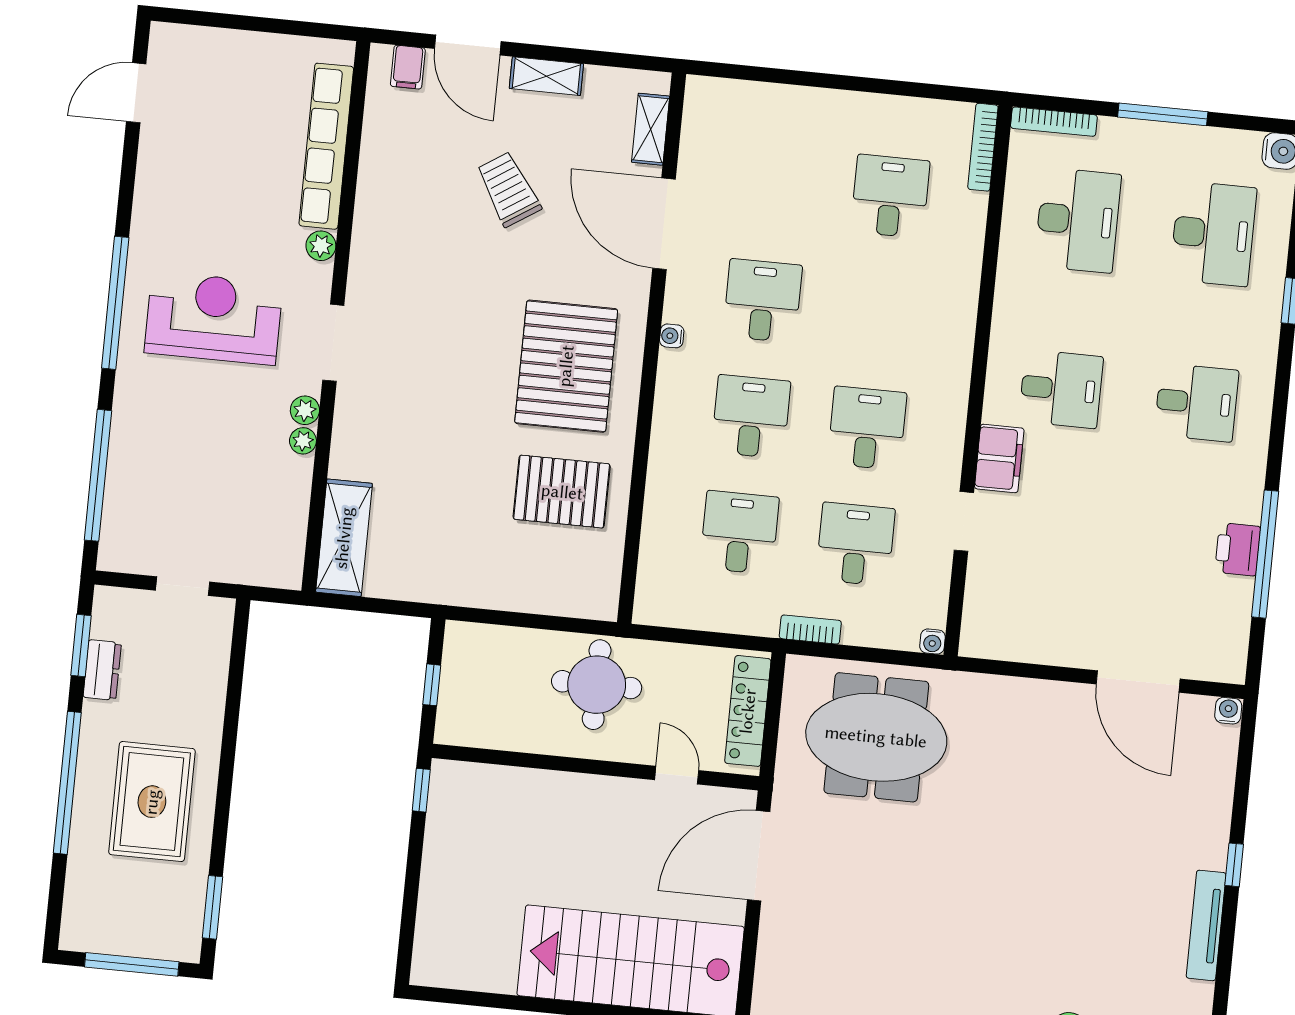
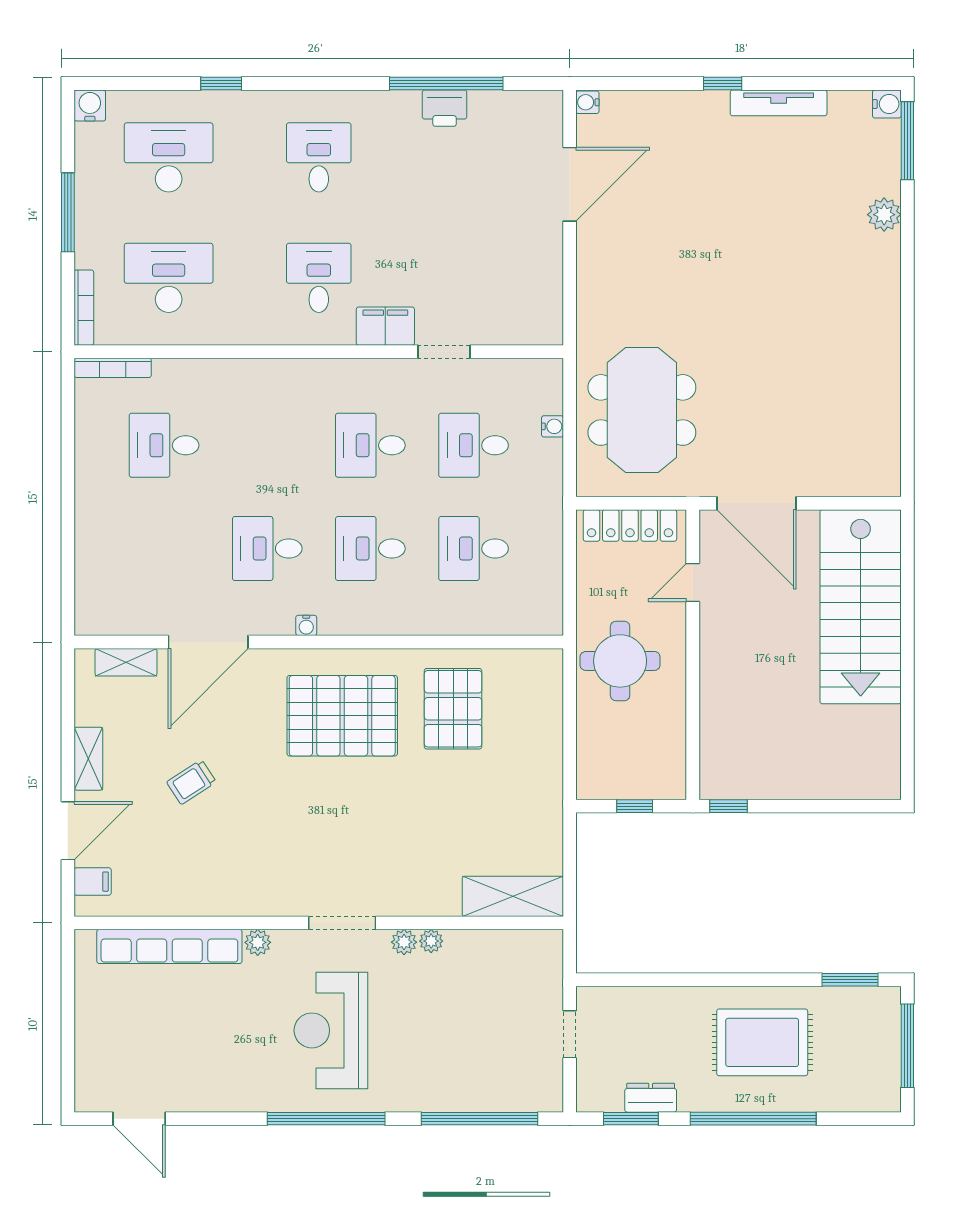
trolley: (509, 189) -> (191, 782), width x0.73, depth x0.72
bookcase: (810, 629) -> (553, 478), removed
water cooler: (932, 642) -> (553, 426), moved

